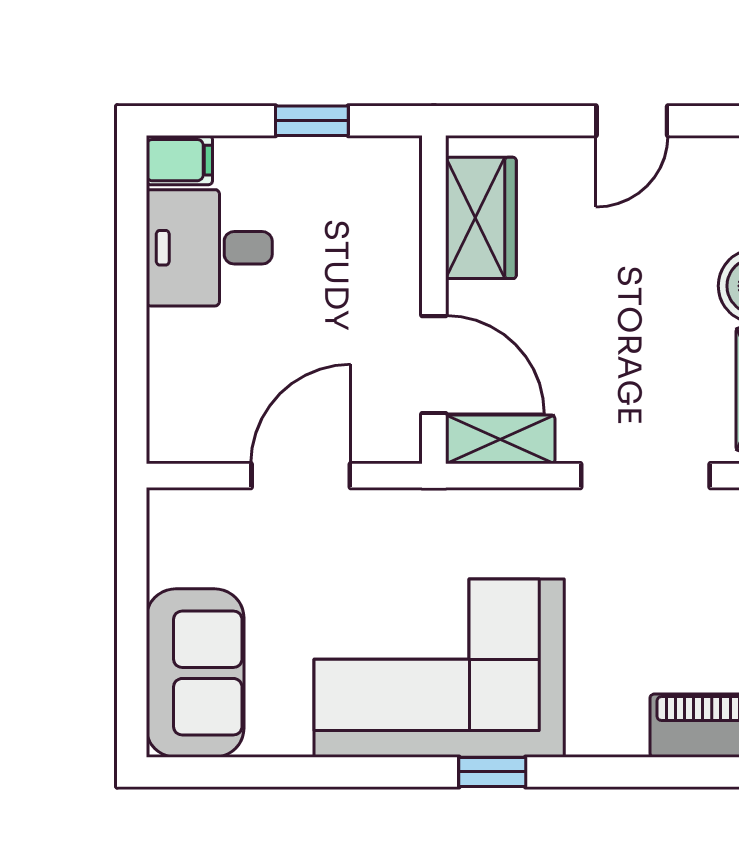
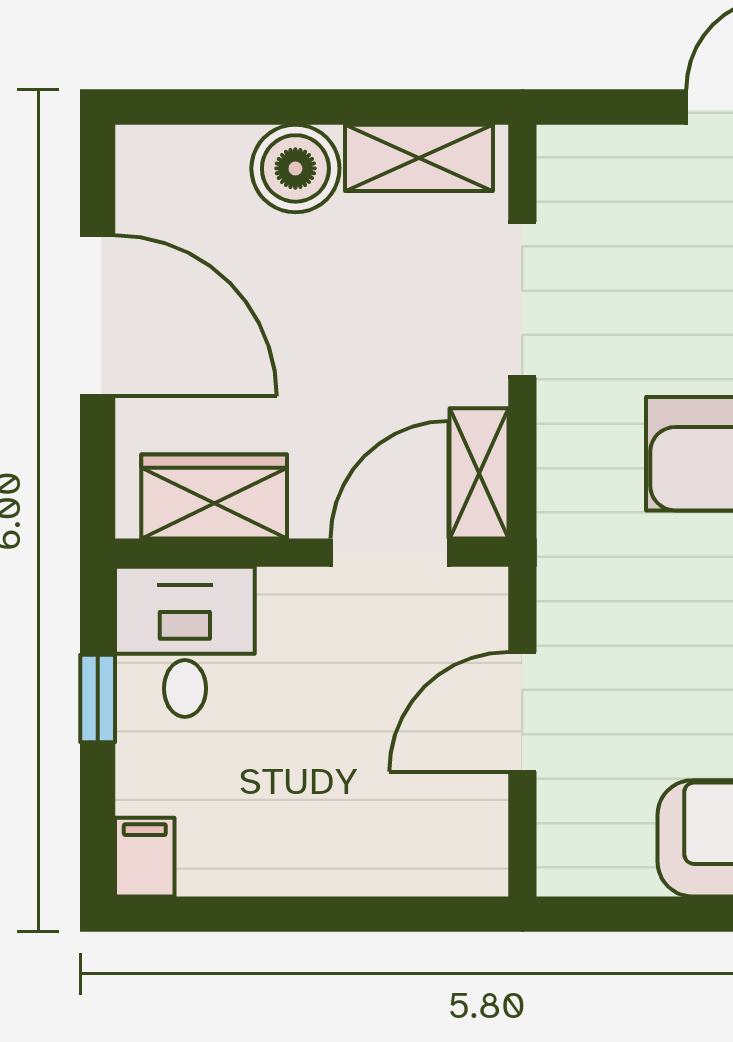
door: (632, 121) -> (98, 316), width x1.88
desk: (209, 248) -> (185, 642), moved, turned 180
door: (301, 476) -> (522, 712), hinge flipped

